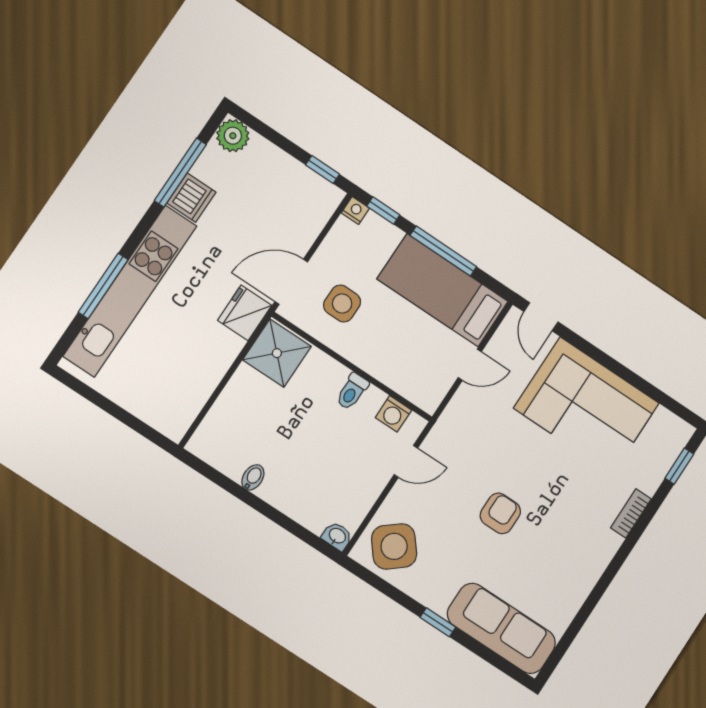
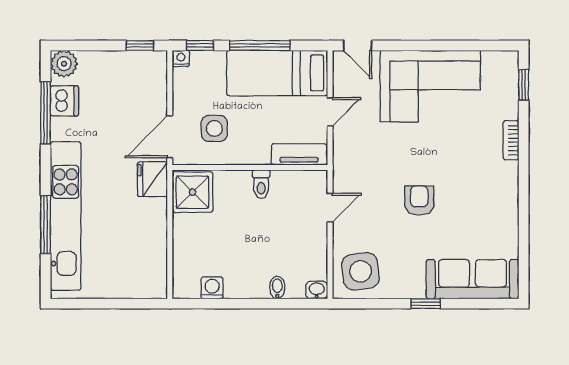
dishwasher: (191, 198) -> (64, 101), moved
tv unit: (410, 387) -> (299, 154), added
washing machine: (393, 414) -> (212, 288), moved, turned 180
bidet: (253, 477) -> (277, 288), moved
side table: (394, 546) -> (360, 271), turned 32

